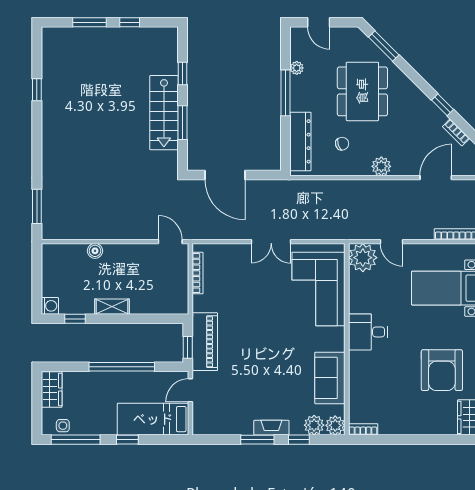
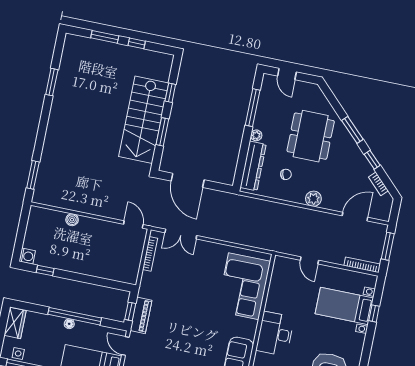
window: (384, 46) -> (352, 130), moved
plant: (297, 68) -> (256, 135), moved
window: (37, 90) -> (52, 82), width x1.50
window: (285, 93) -> (253, 108), moved
stairs: (164, 113) -> (144, 120), width x1.36, depth x1.51
double door: (271, 242) -> (181, 234), moved
plant: (363, 258) -> (284, 268), removed
shelving: (112, 307) -> (77, 267), removed
desk: (368, 332) -> (275, 334), width x1.37
piano: (205, 342) -> (141, 315), width x0.73, depth x0.75
floor lamp: (117, 377) -> (69, 324), added
door: (190, 390) -> (125, 346), hinge flipped

